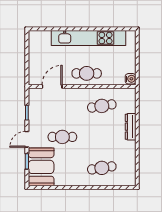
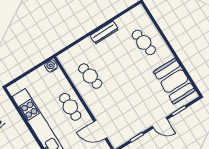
dresser: (131, 127) -> (104, 33), moved
cafe table: (62, 137) -> (138, 93), removed
booth: (41, 167) -> (174, 81), moved, turned 90

